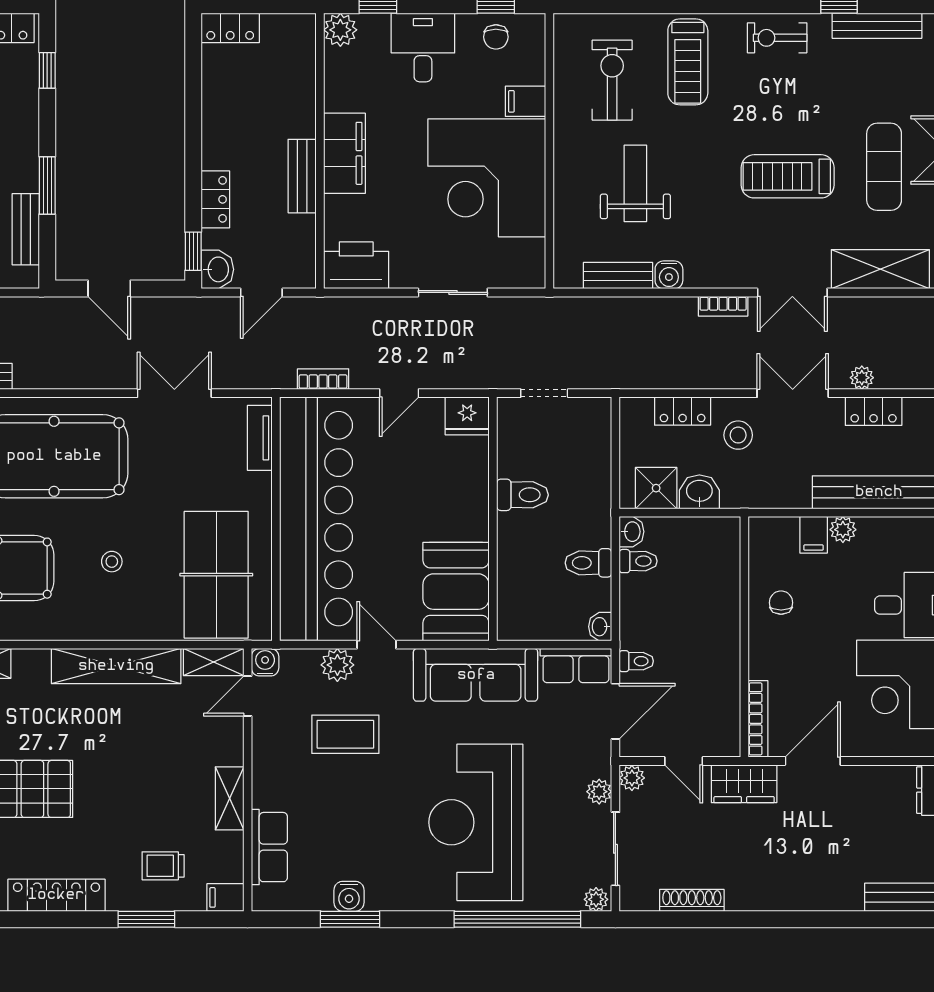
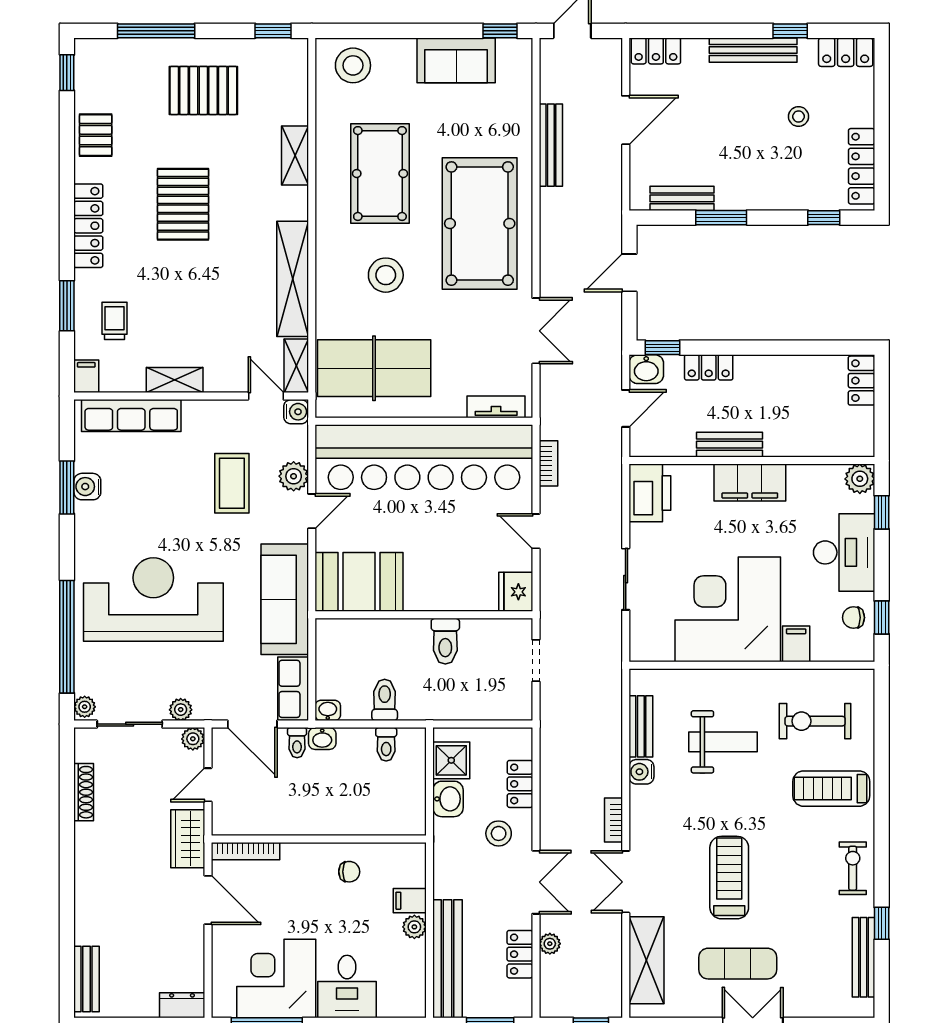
desk: (423, 48) -> (844, 552), width x1.37
exercise bike: (612, 80) -> (815, 721), turned 180
door: (261, 292) -> (626, 408), swing flipped
washbasin: (632, 532) -> (322, 738), moved
stool: (112, 562) -> (386, 275), width x1.89, depth x1.89
row of seats: (269, 847) -> (131, 415), width x1.48

